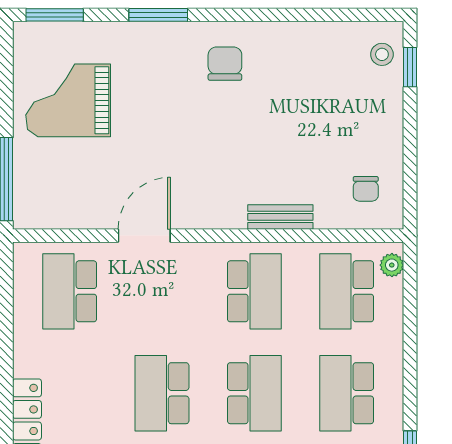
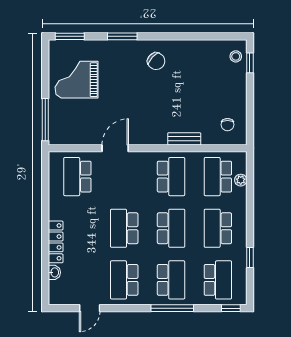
chair: (225, 64) -> (156, 61), turned 133
plant: (392, 265) -> (241, 180), moved

